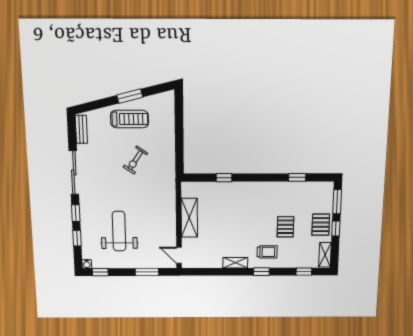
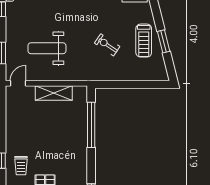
window: (224, 178) -> (91, 125), width x3.17
weight bench: (119, 231) -> (47, 48), moved, turned 180
shelving: (235, 263) -> (11, 136), removed

